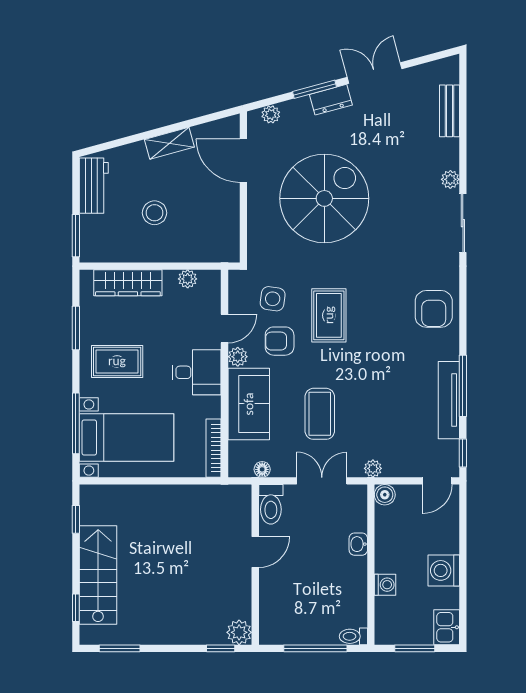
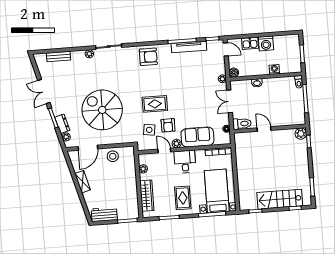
dresser: (331, 100) -> (62, 124), moved
stool: (155, 213) -> (113, 156), moved
coffee table: (320, 414) -> (199, 105), removed
kitchen sink: (447, 627) -> (250, 43), moved

